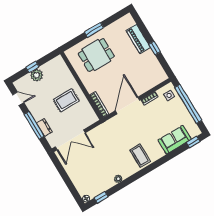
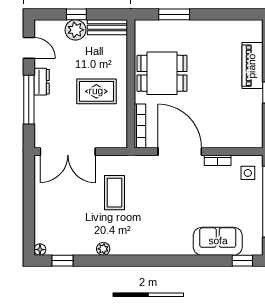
window: (94, 30) -> (174, 14), moved
dining table: (96, 55) -> (162, 73), moved
bench: (52, 64) -> (107, 27), added
door: (128, 105) -> (180, 152), hinge flipped
dresser: (44, 127) -> (42, 82), moved
coffee table: (140, 156) -> (114, 193), moved

